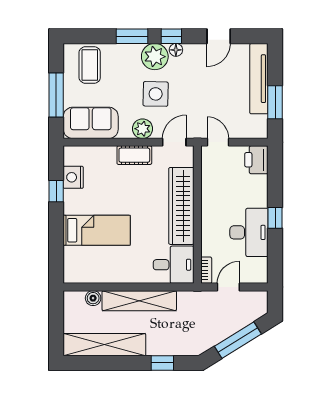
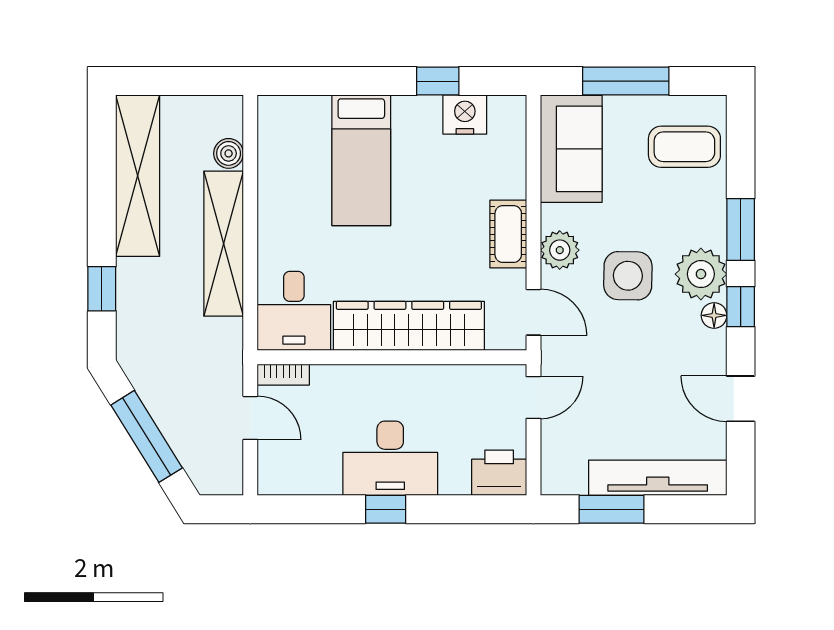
desk: (249, 232) -> (390, 458), moved

